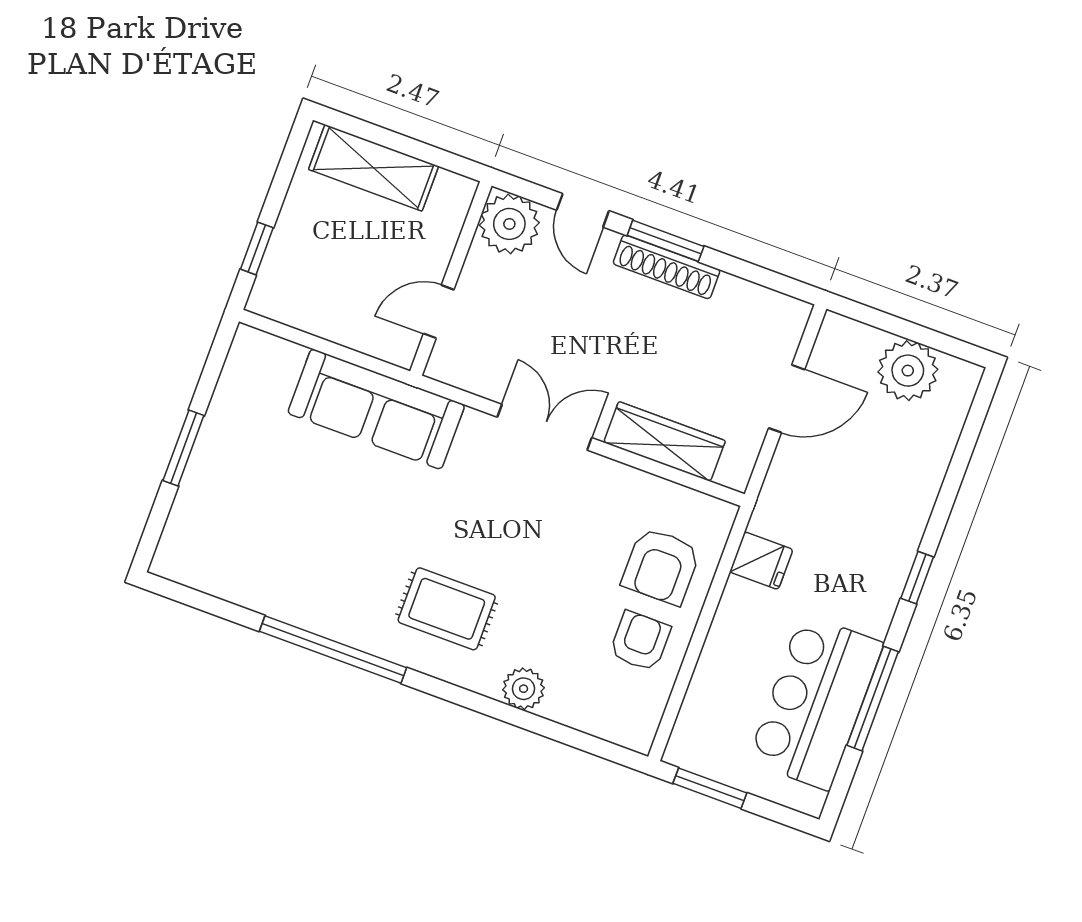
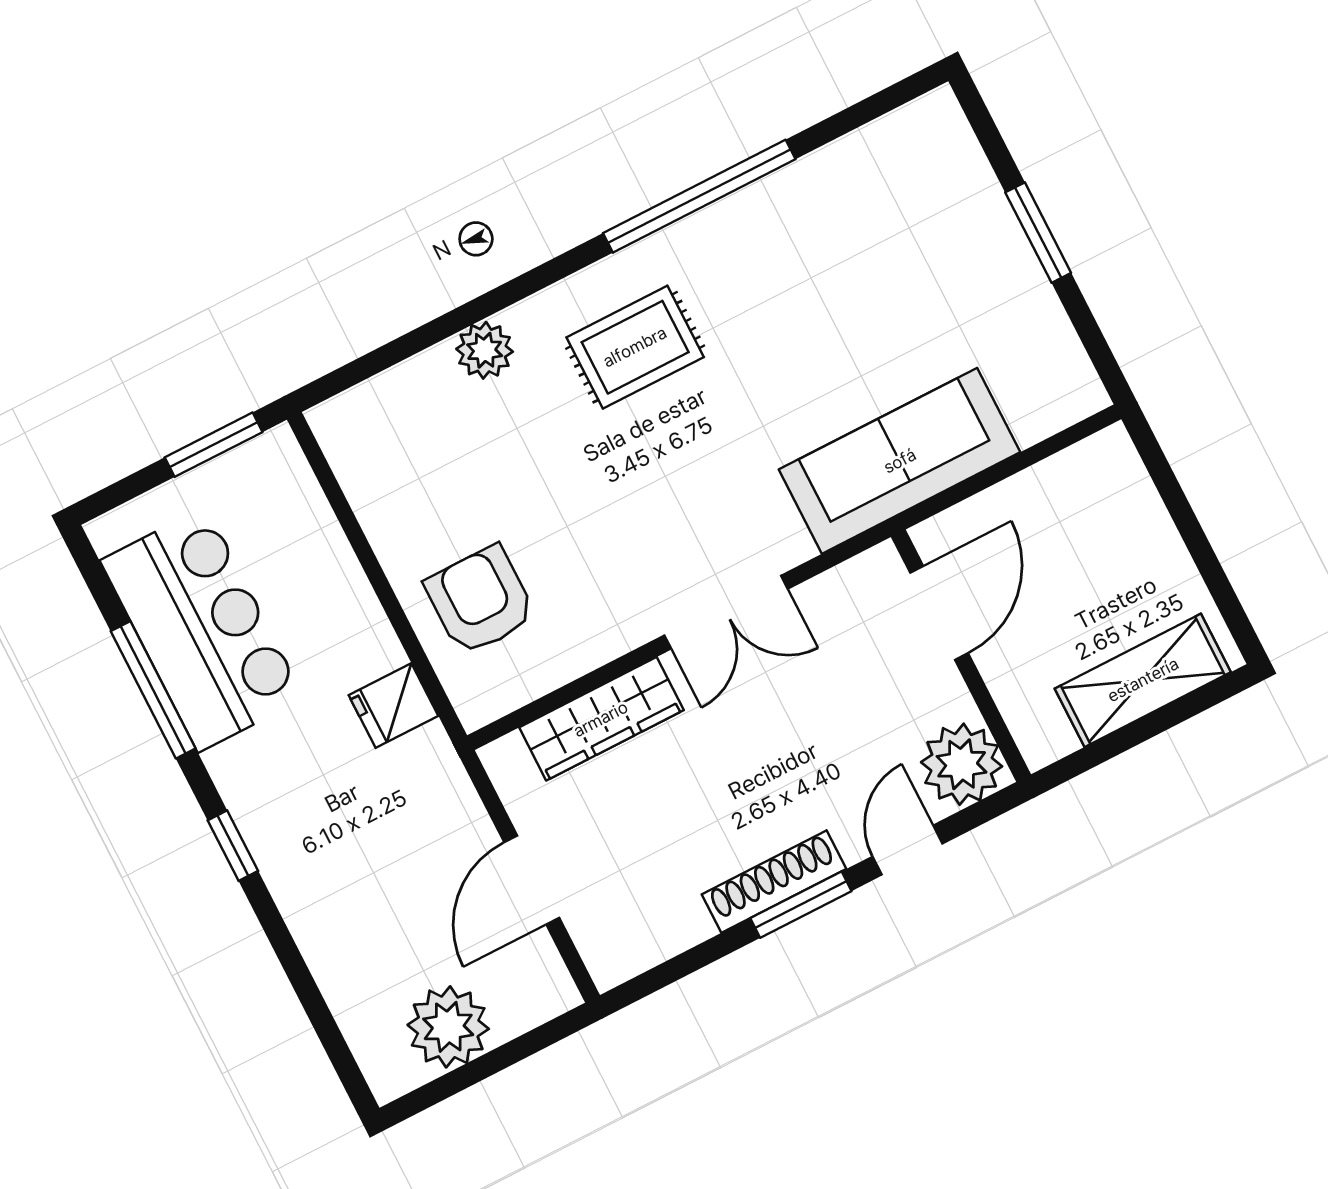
door: (583, 210) -> (907, 850), hinge flipped
window: (257, 248) -> (1170, 490), removed
door: (439, 312) -> (939, 613), width x1.38
armchair: (640, 641) -> (425, 511), removed

